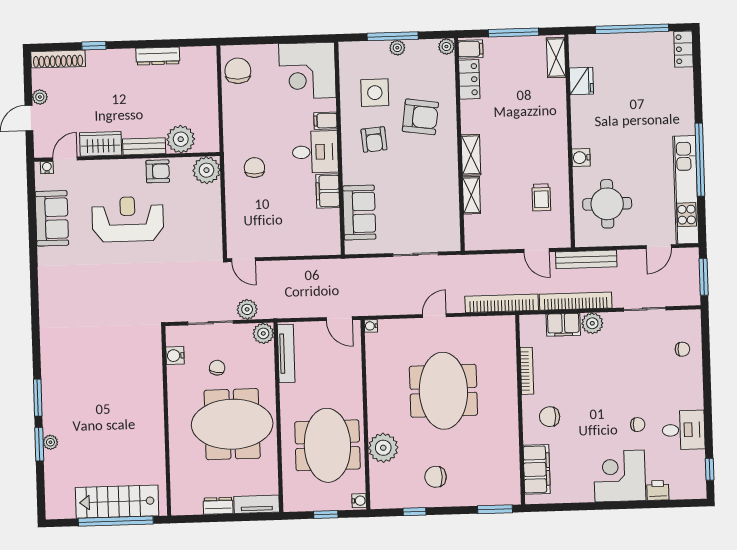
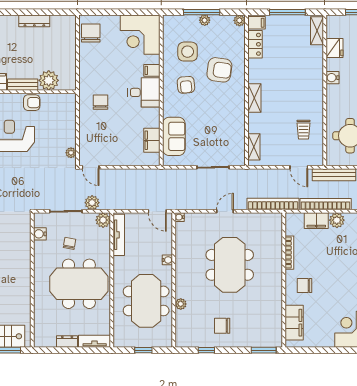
water cooler: (581, 158) -> (333, 78), moved
plant: (206, 170) -> (71, 153), moved, width x0.53, depth x0.53
filing cabinet: (328, 191) -> (152, 140), moved
shelving: (471, 195) -> (254, 147), moved
plant: (383, 448) -> (181, 304), width x0.53, depth x0.53
water cooler: (359, 501) -> (167, 260), moved

